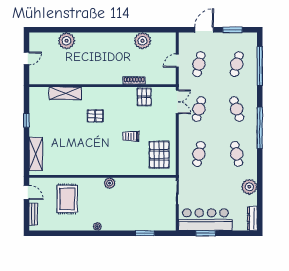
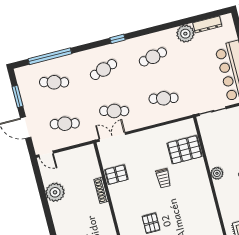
door: (177, 61) -> (46, 154), moved
window: (260, 128) -> (118, 39), width x0.32
pallet: (159, 155) -> (185, 150), moved
plant: (110, 183) -> (217, 173), moved
dresser: (252, 218) -> (207, 25), moved

